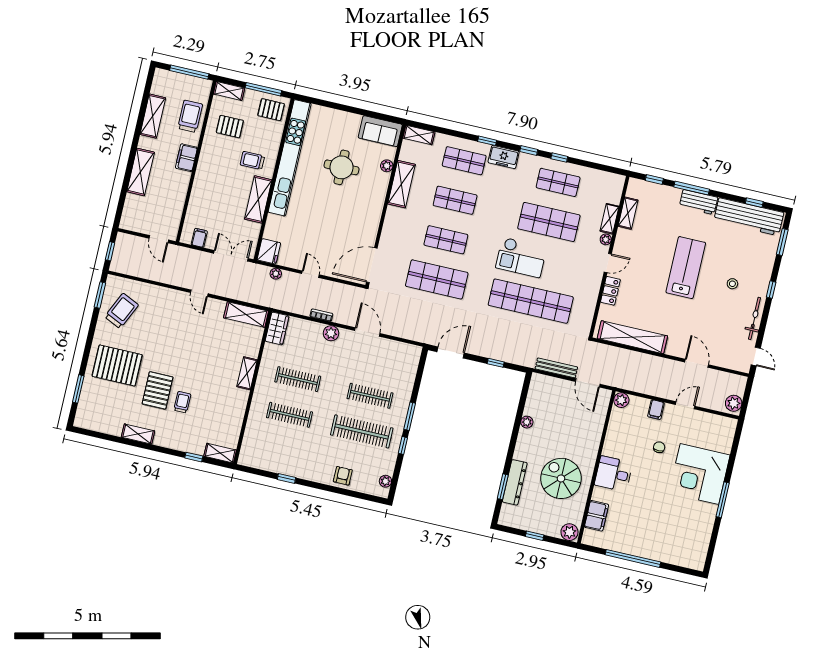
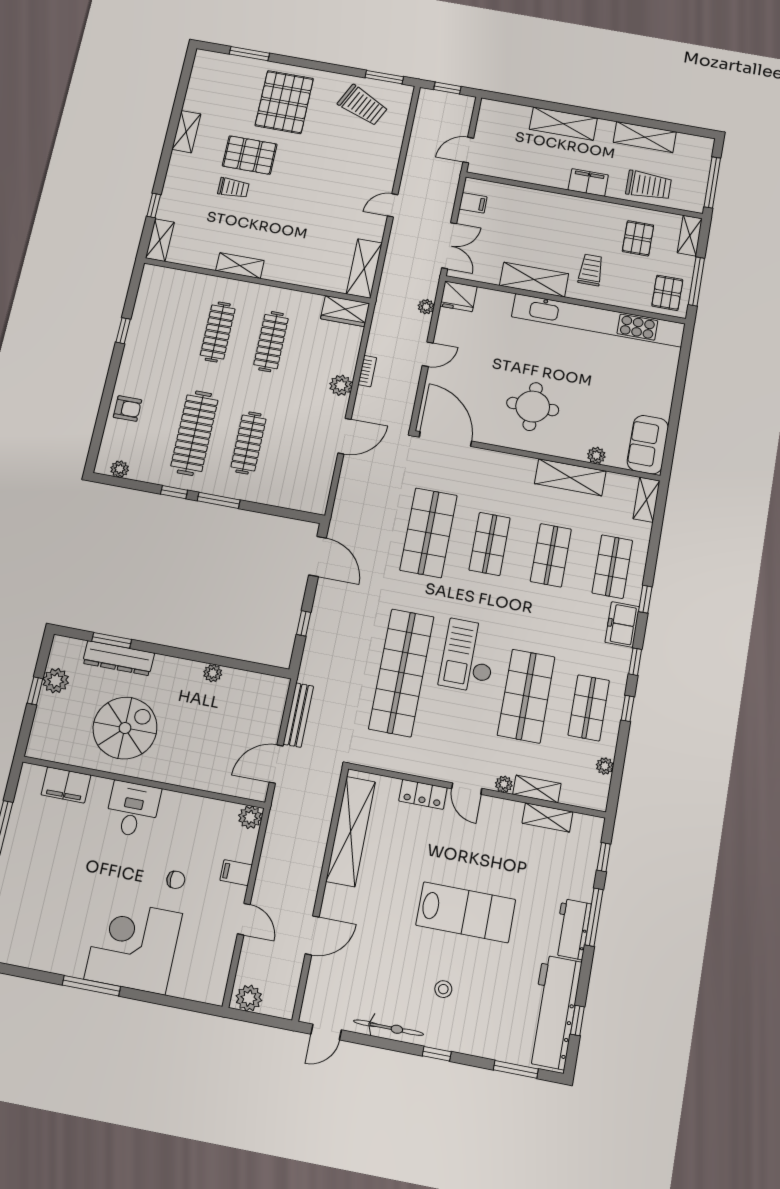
round table: (342, 167) -> (533, 407), moved
plant: (596, 175) -> (605, 766), added
shelving: (247, 373) -> (240, 266), moved
plant: (569, 532) -> (56, 681), moved

